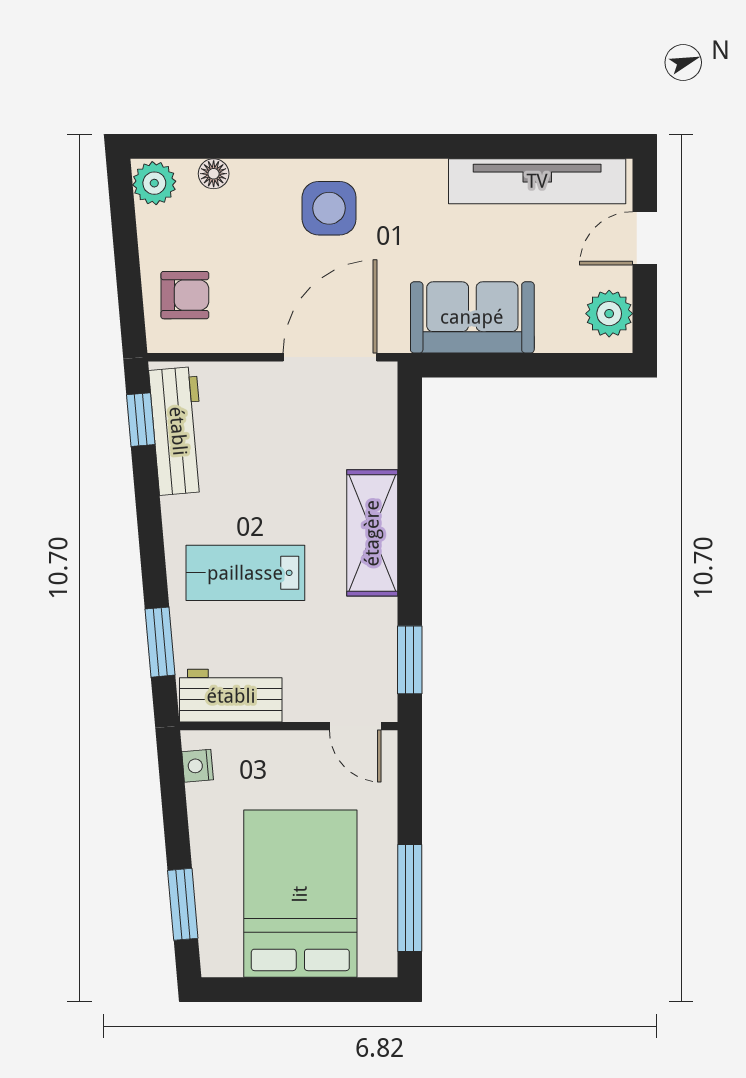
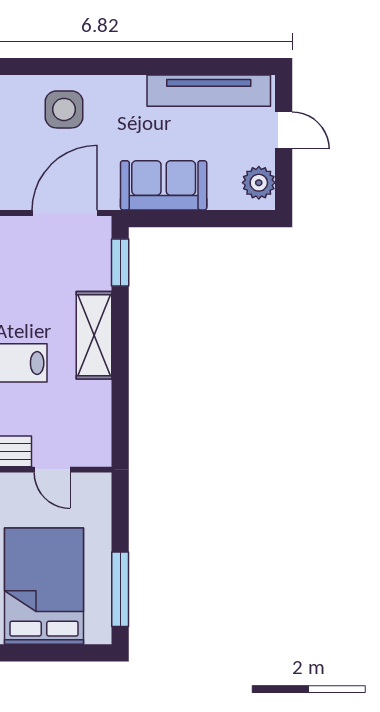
door: (645, 238) -> (284, 130), swing flipped
window: (410, 660) -> (120, 263), moved
door: (355, 726) -> (52, 470), moved

